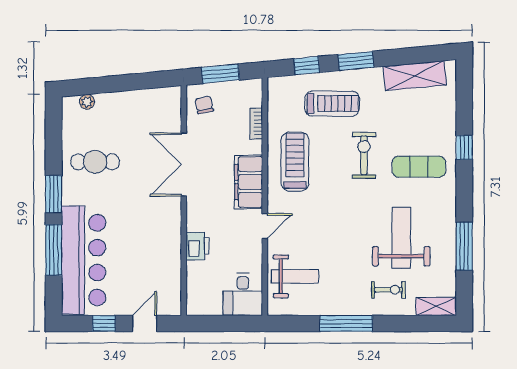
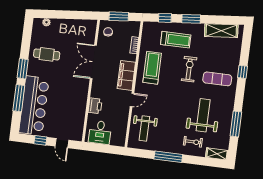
weight bench: (295, 276) -> (144, 128), turned 90
desk: (243, 294) -> (100, 132), moved
door: (145, 323) -> (62, 143), swing flipped

